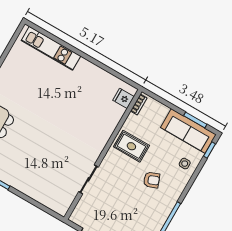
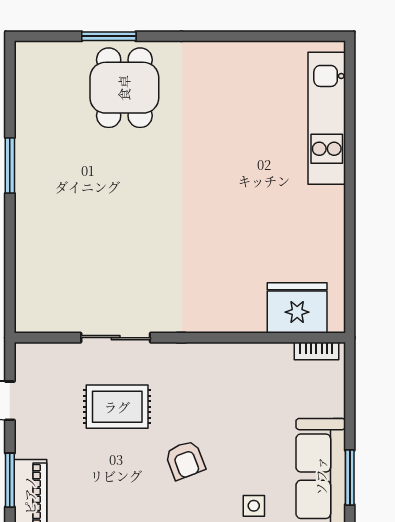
fridge: (123, 98) -> (297, 308), width x1.88, depth x1.34
rug: (131, 146) -> (117, 407), moved, turned 90

